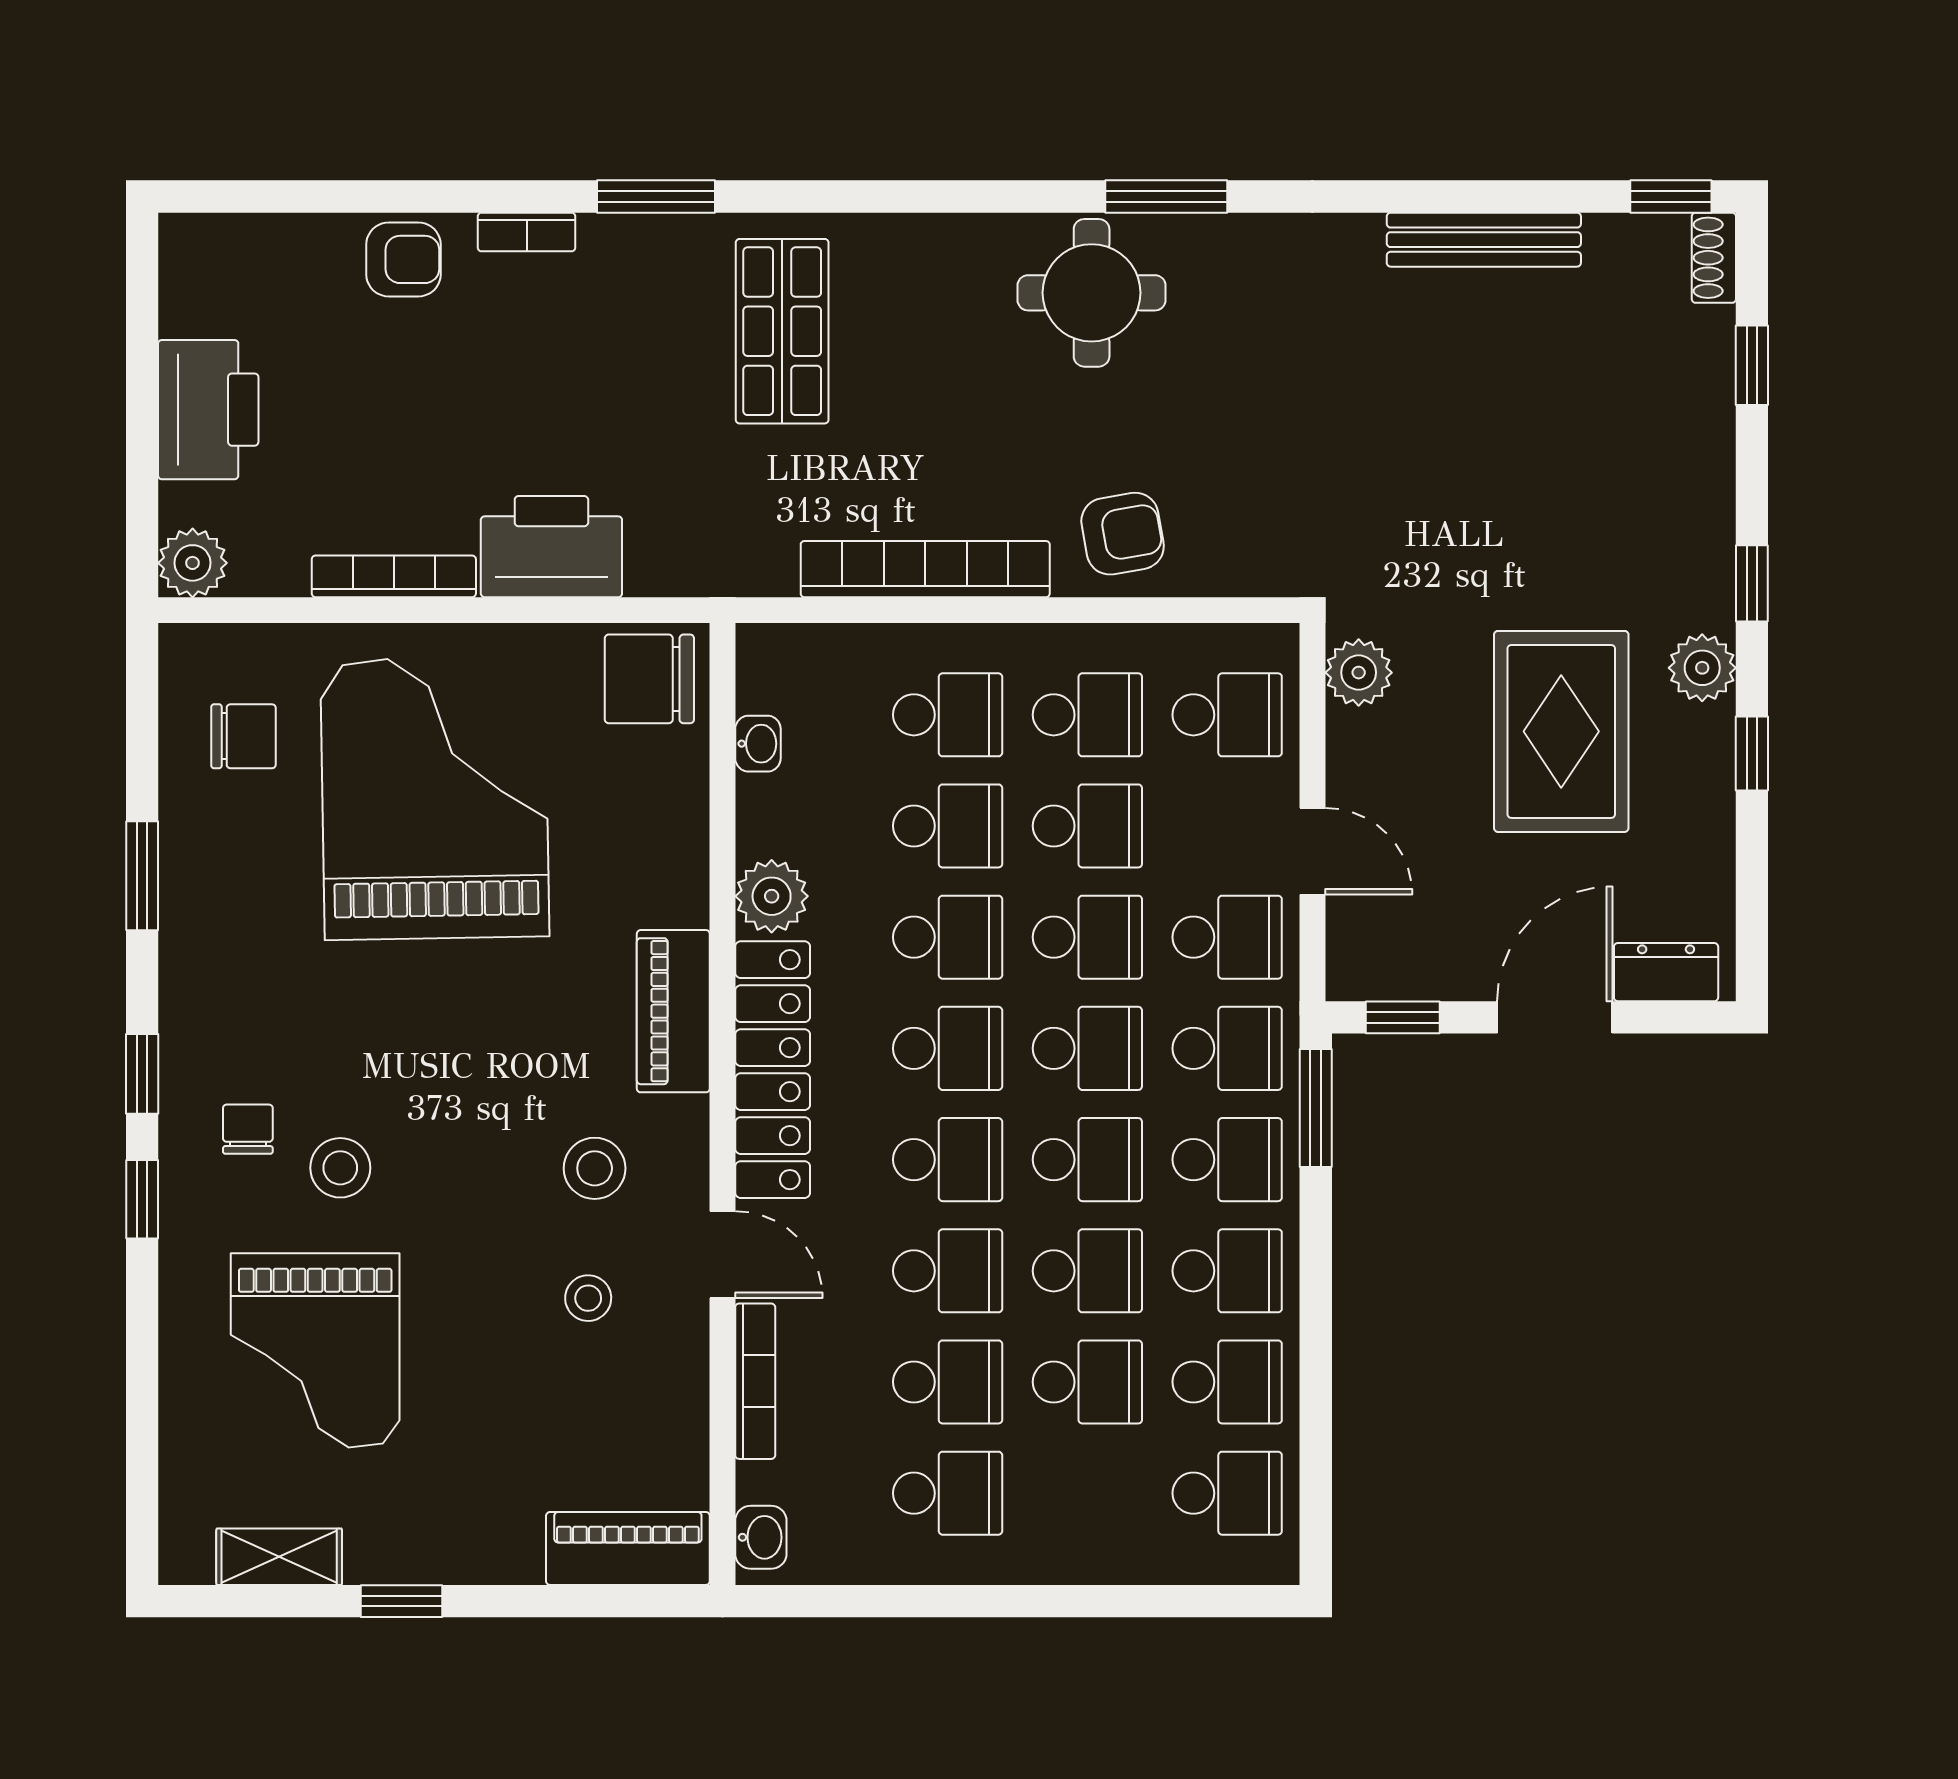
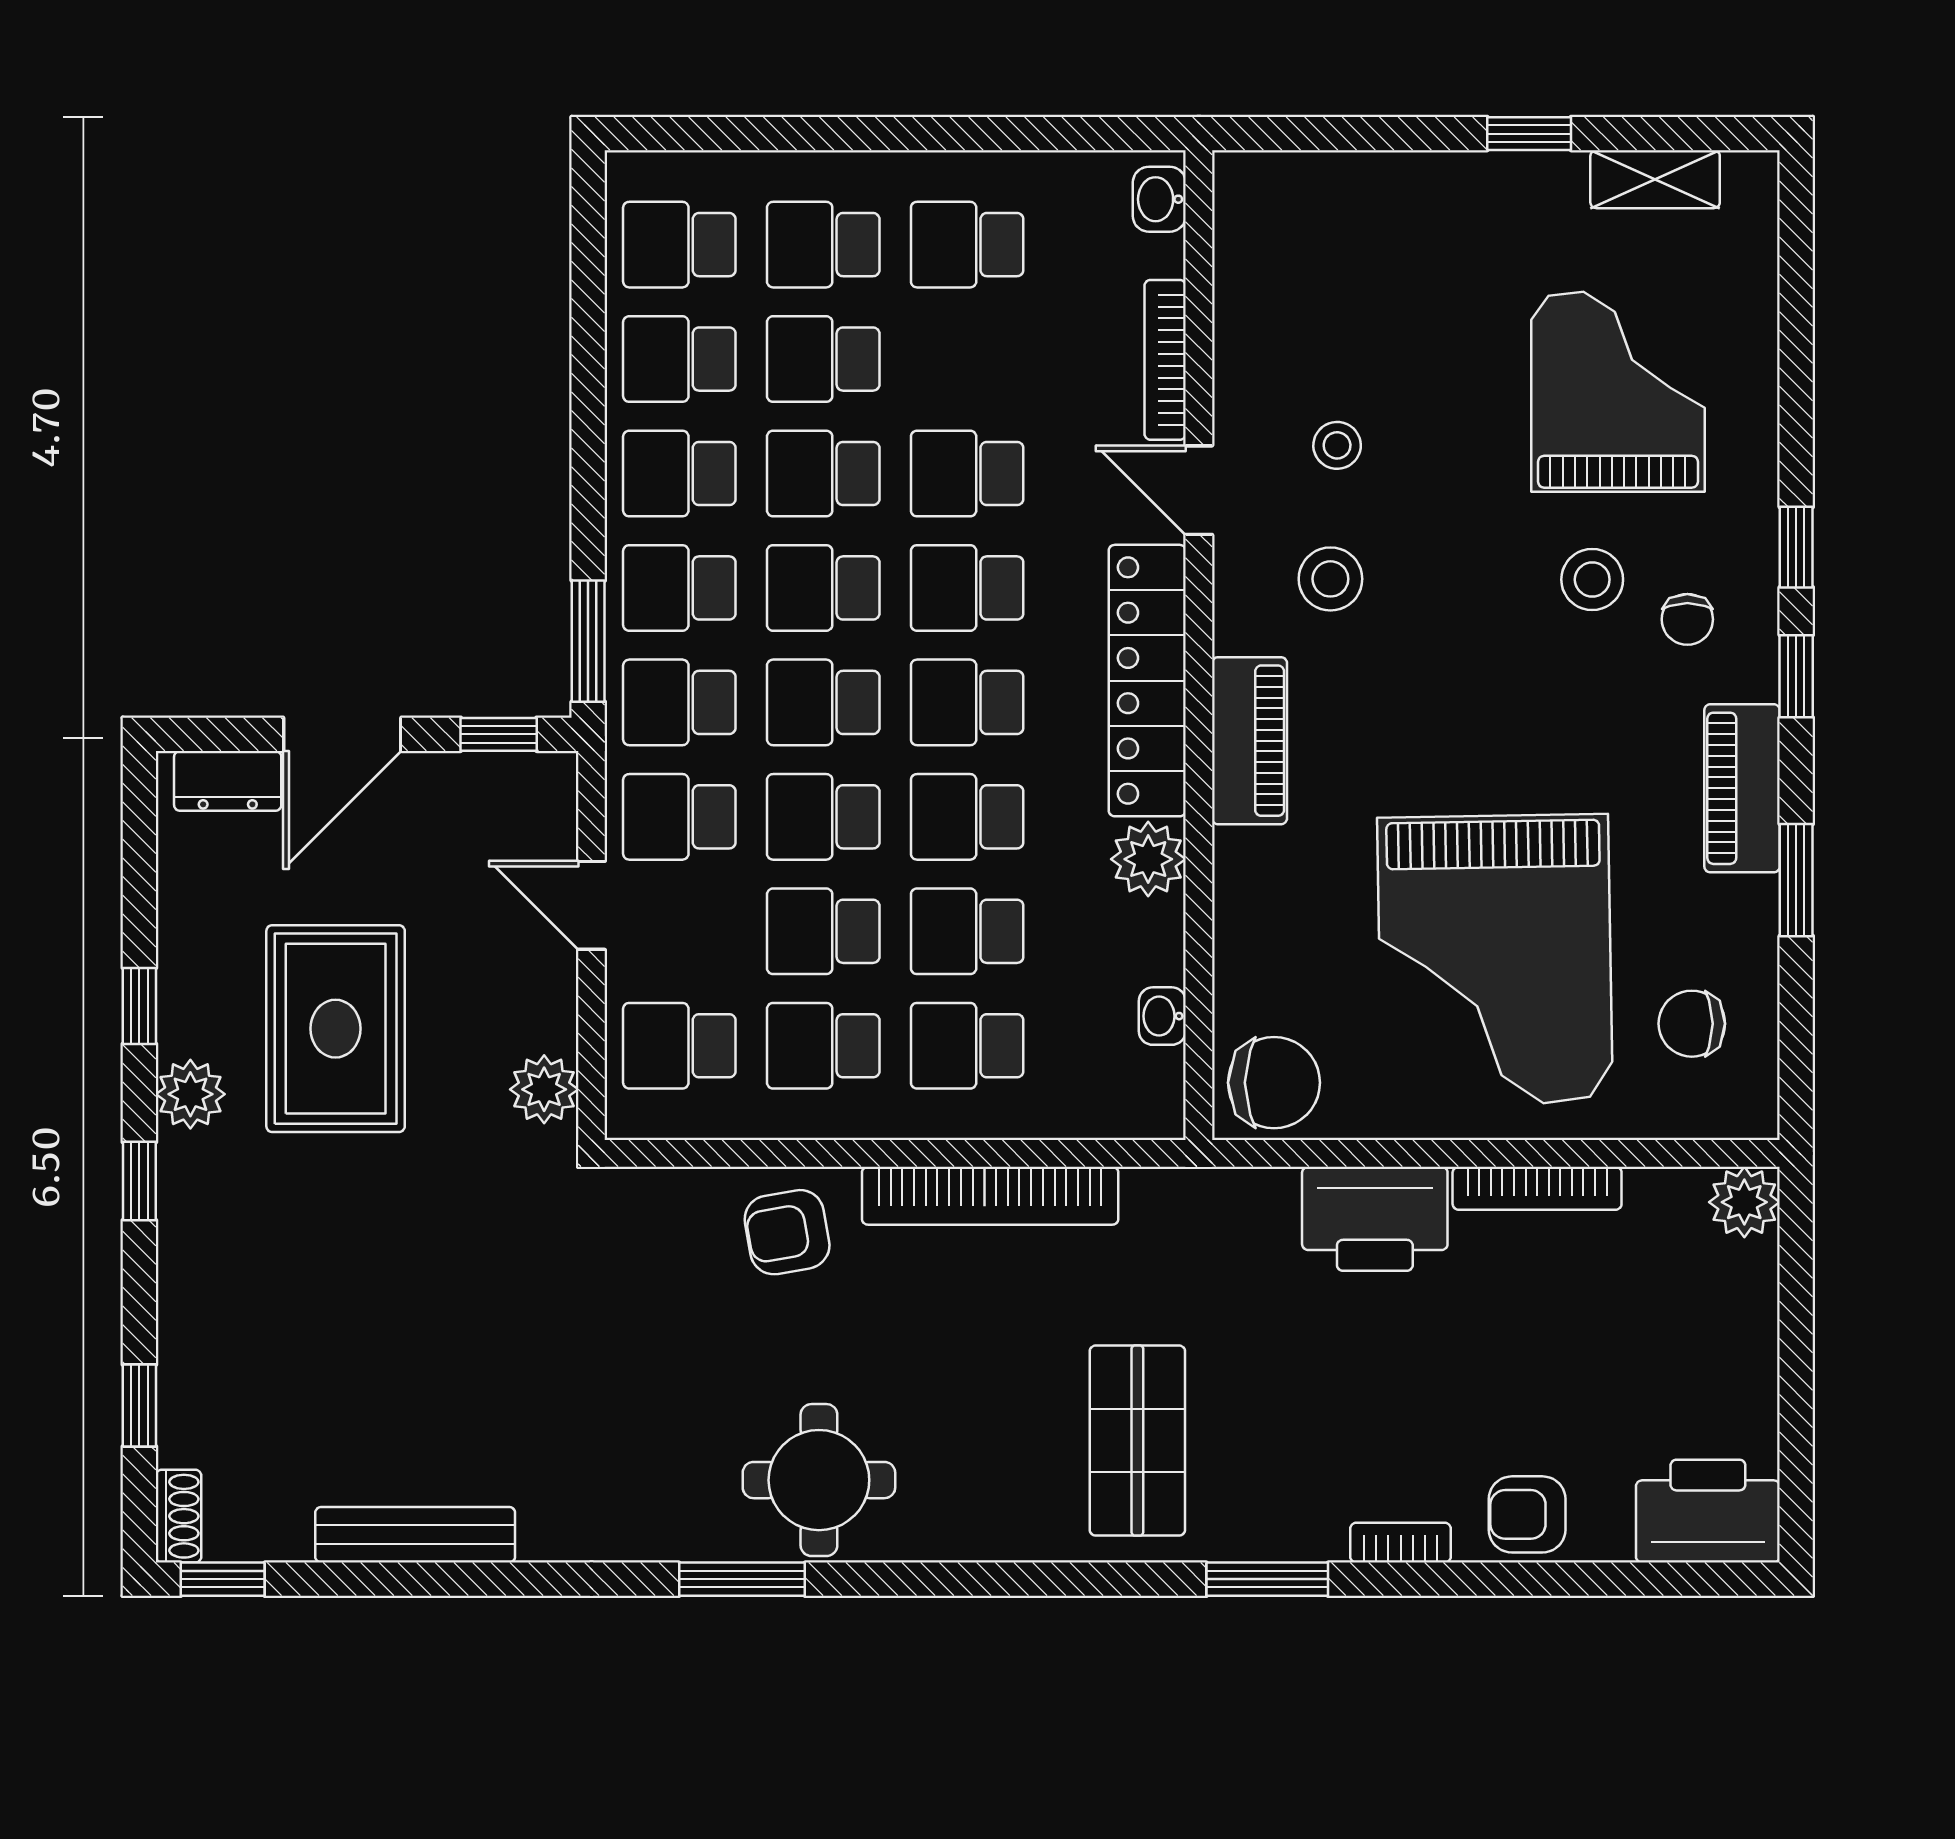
printer: (208, 410) -> (1708, 1511), moved, turned 90
school desk: (948, 1382) -> (823, 245), moved
piano: (628, 1548) -> (1742, 788), moved, turned 90

